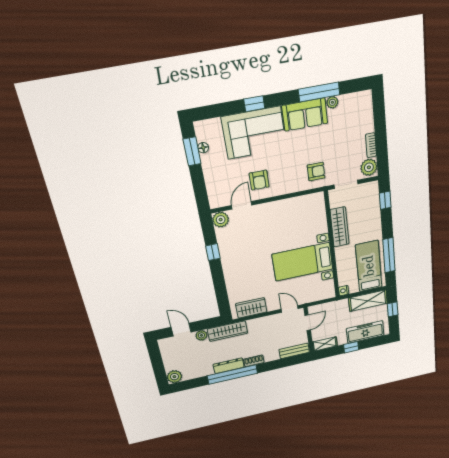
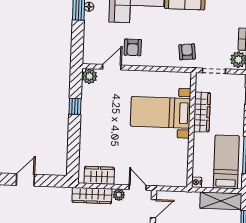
armchair: (316, 172) -> (187, 52), turned -96
bed with nightstands: (303, 262) -> (160, 112), moved
door: (181, 330) -> (25, 180), hinge flipped
wardrobe: (228, 331) -> (92, 196), moved
plant: (201, 335) -> (119, 195), moved

